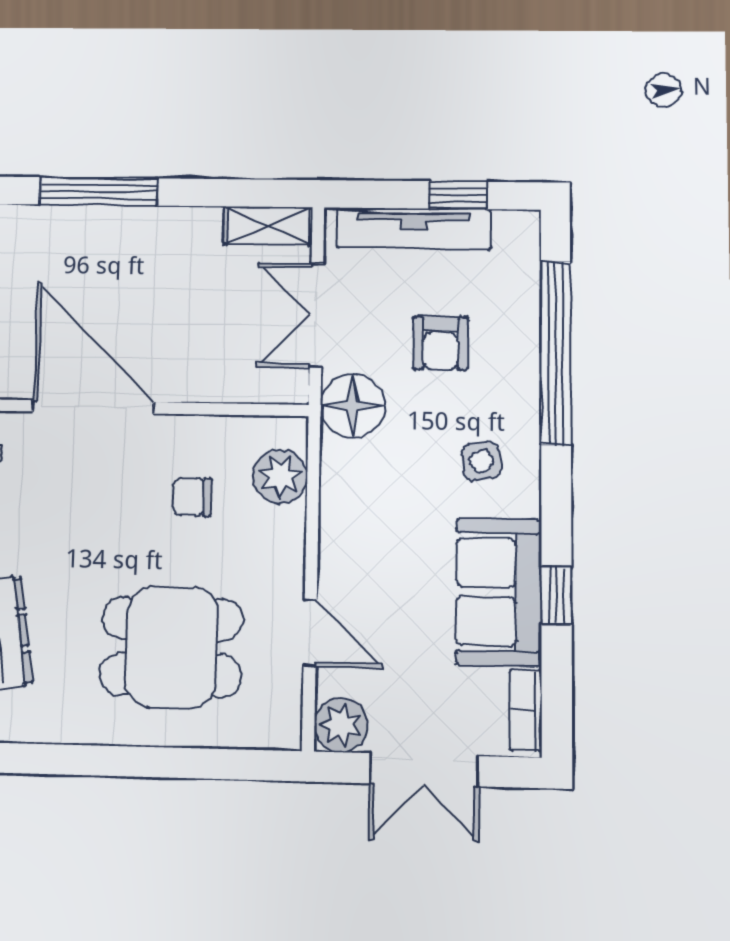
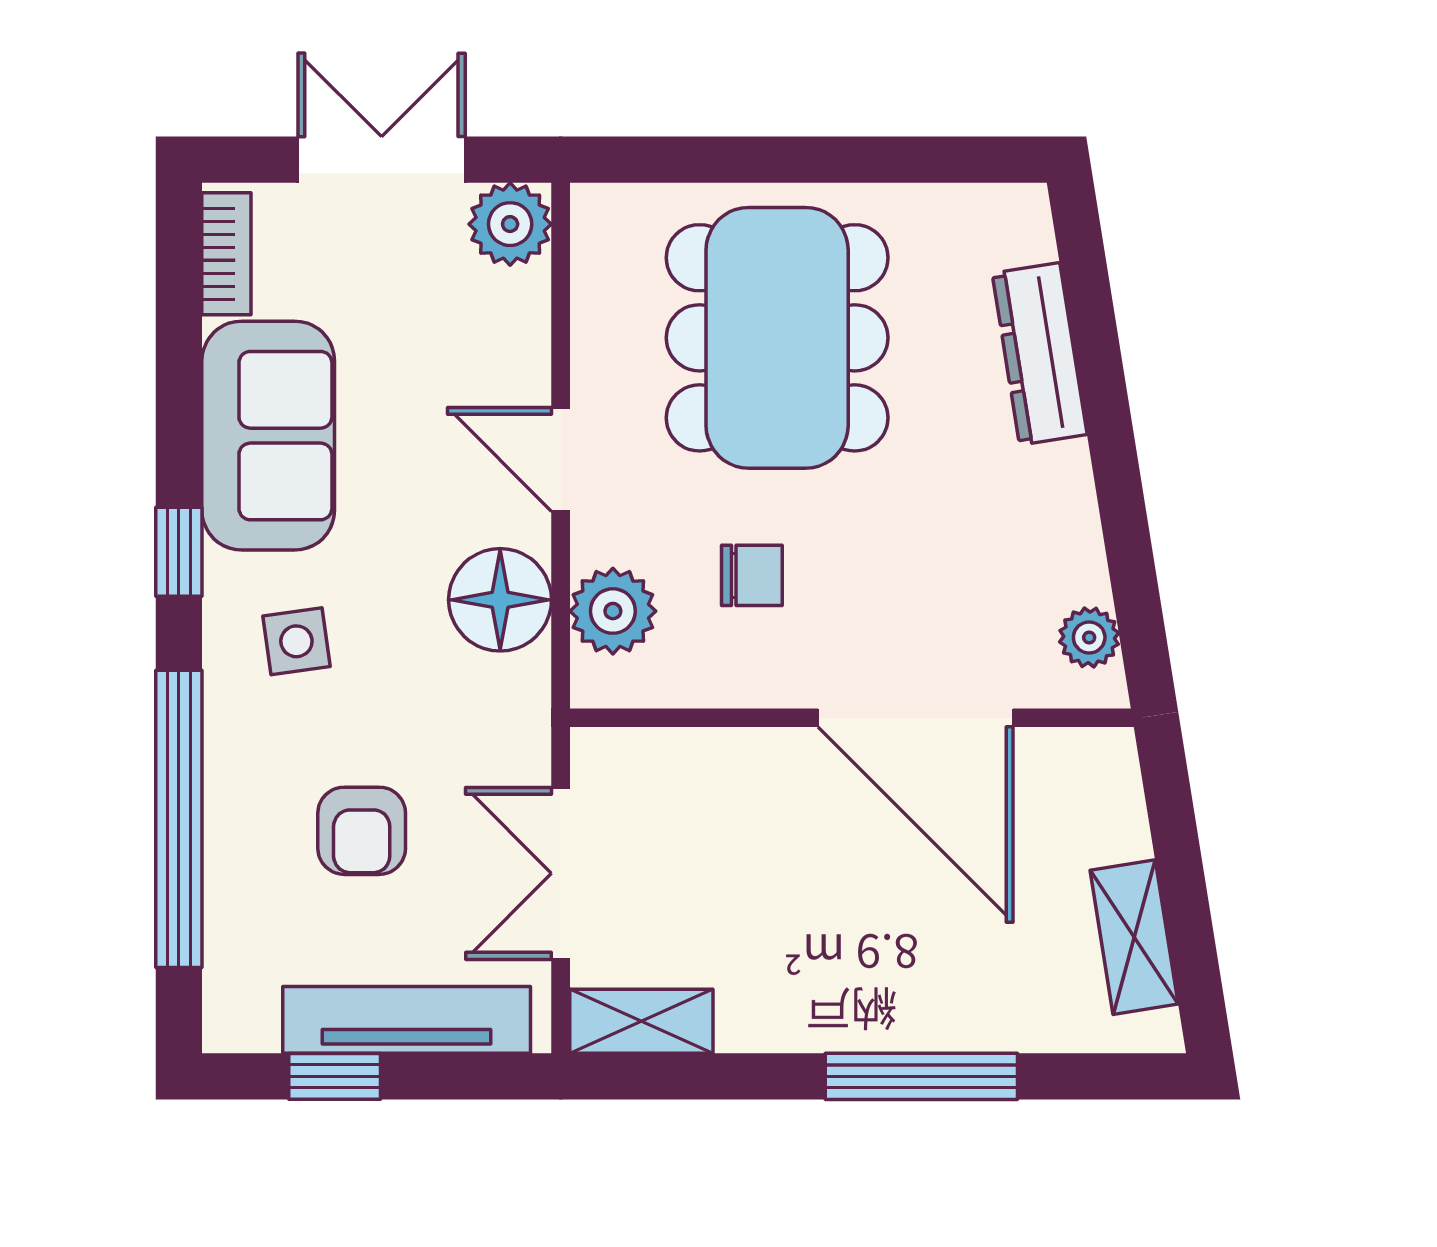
double door: (316, 315) -> (561, 873), swing flipped
armchair: (440, 343) -> (362, 831), turned 180
floor lamp: (353, 406) -> (500, 600), moved
window: (556, 595) -> (179, 552), moved
door: (310, 633) -> (561, 459), moved
dining table: (171, 647) -> (777, 338), width x1.38

